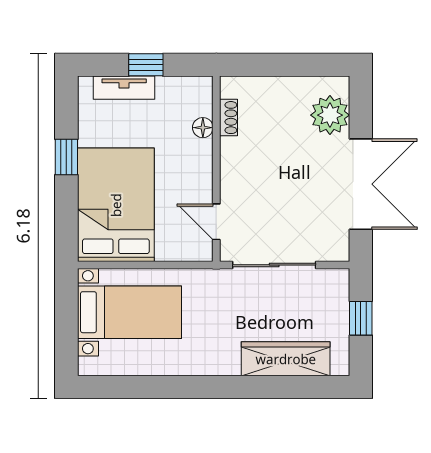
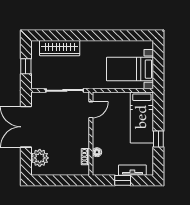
bed: (116, 205) -> (142, 117), width x0.67
door: (216, 222) -> (91, 110), hinge flipped

